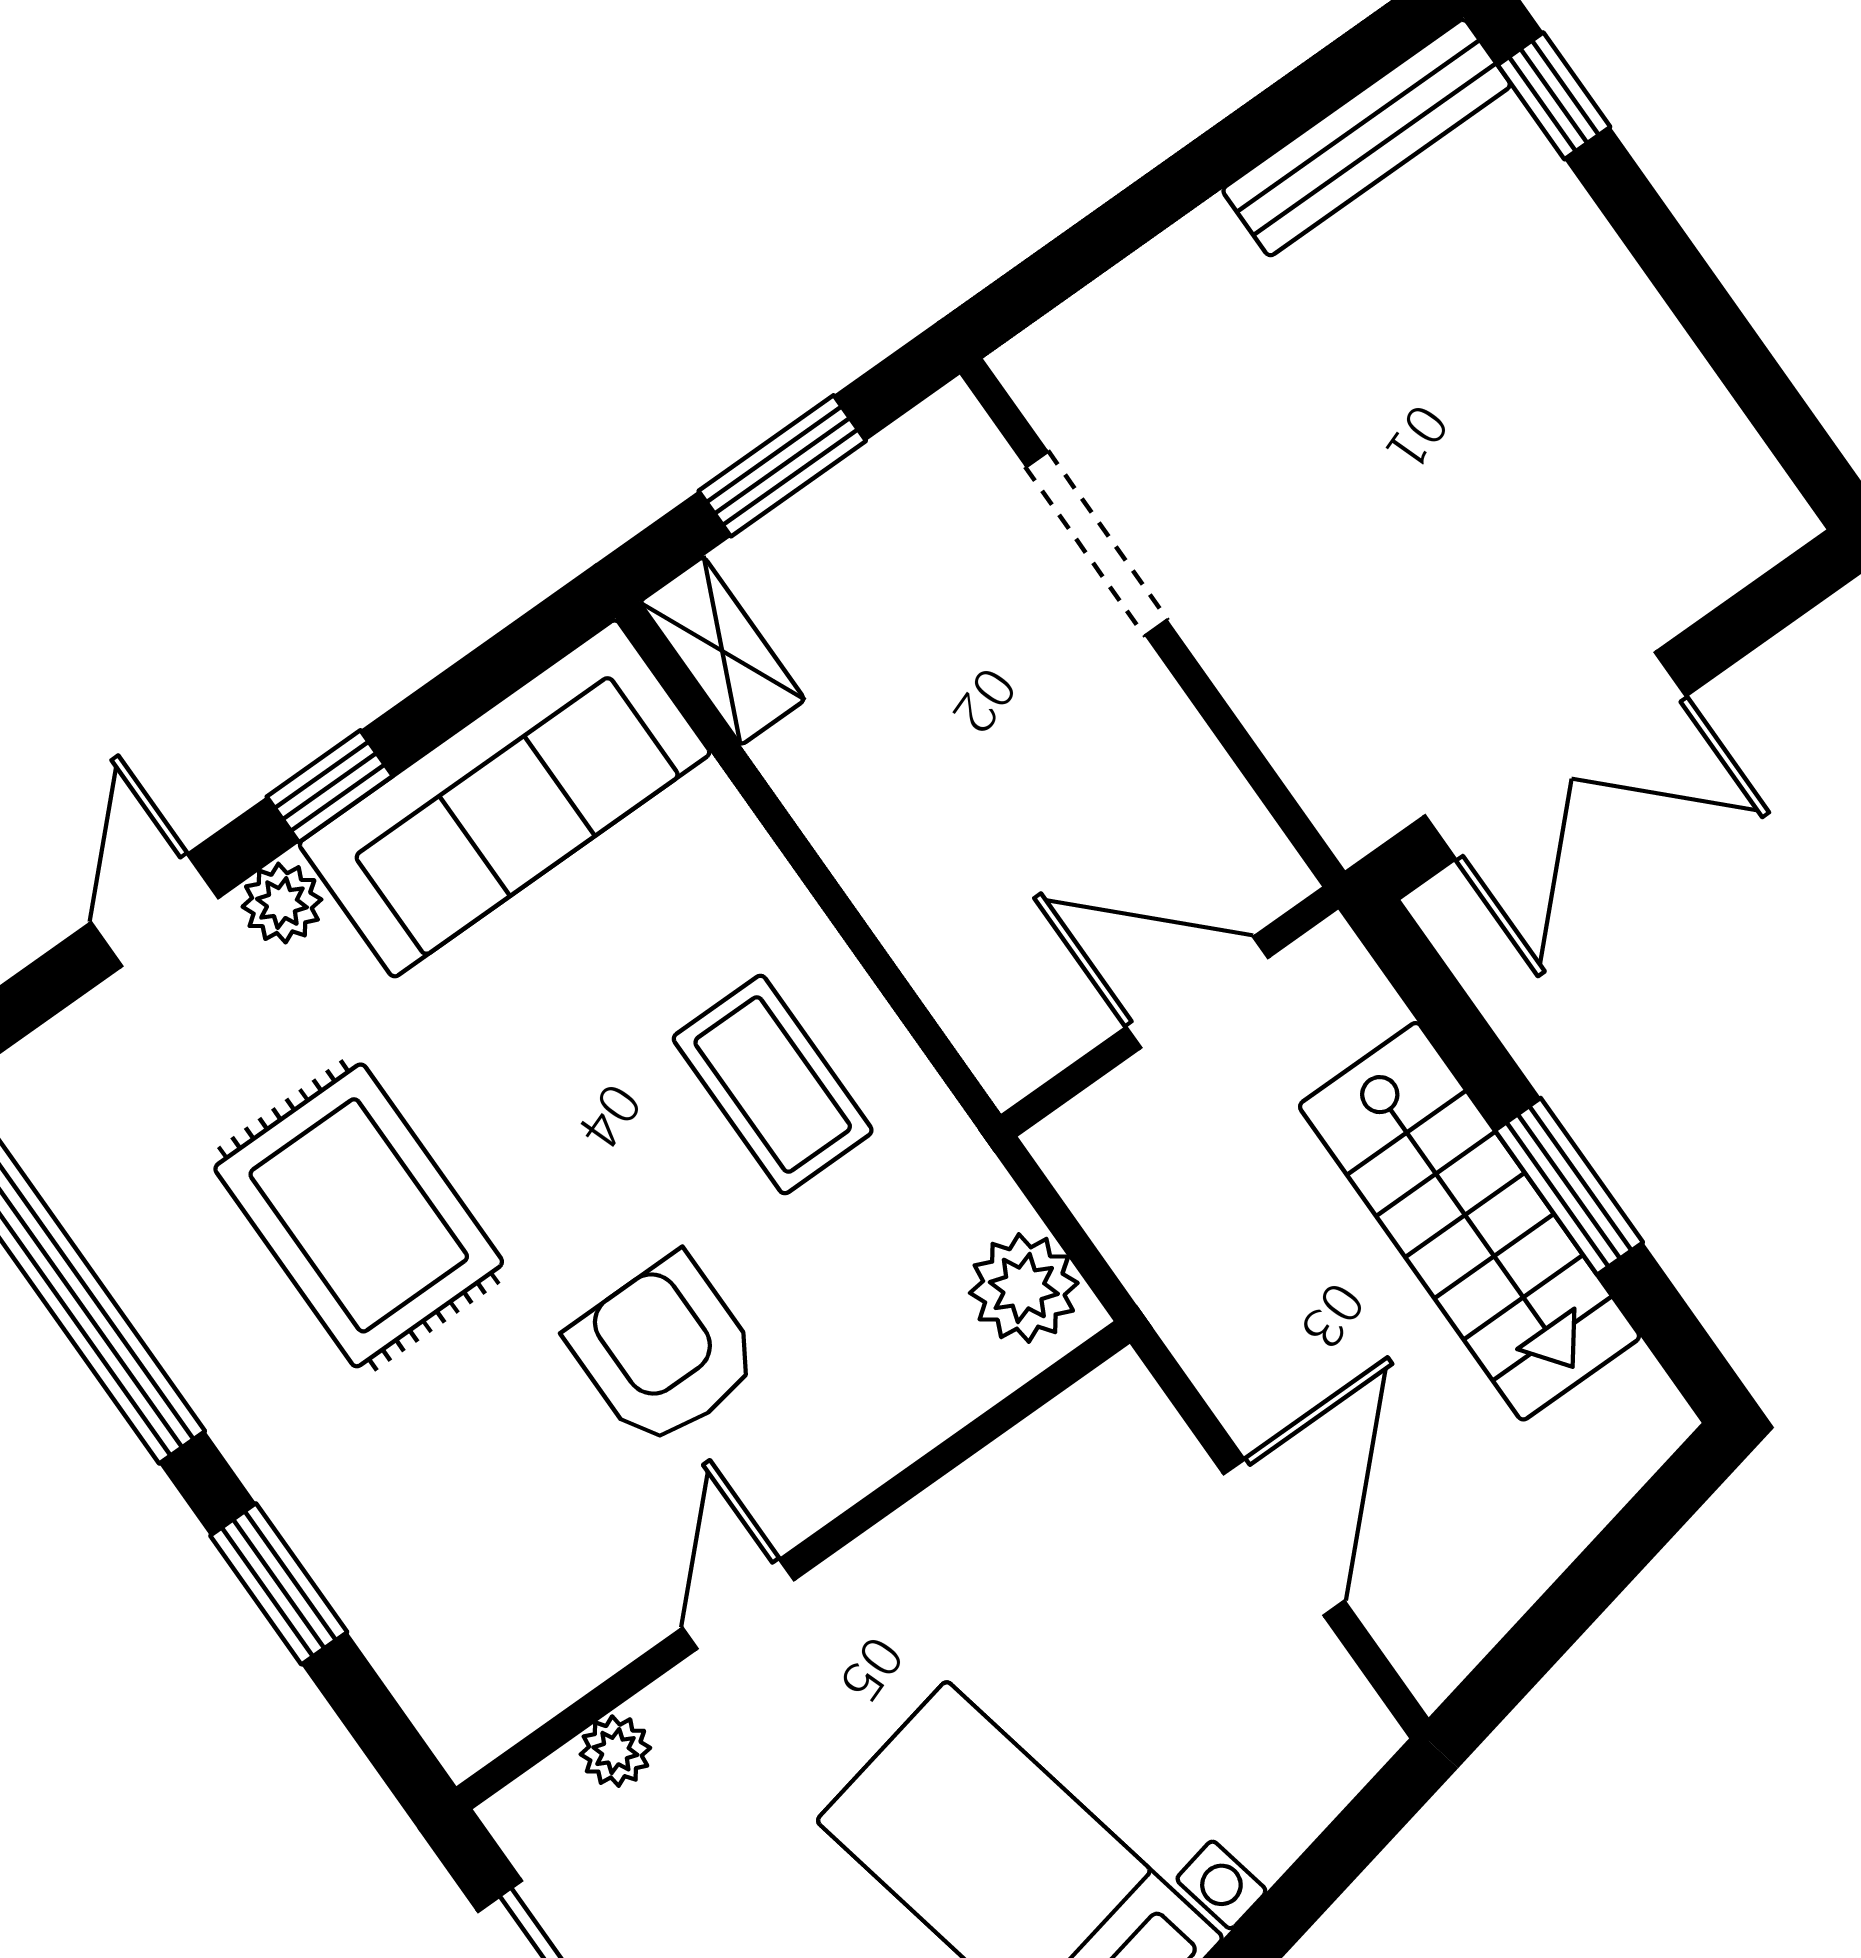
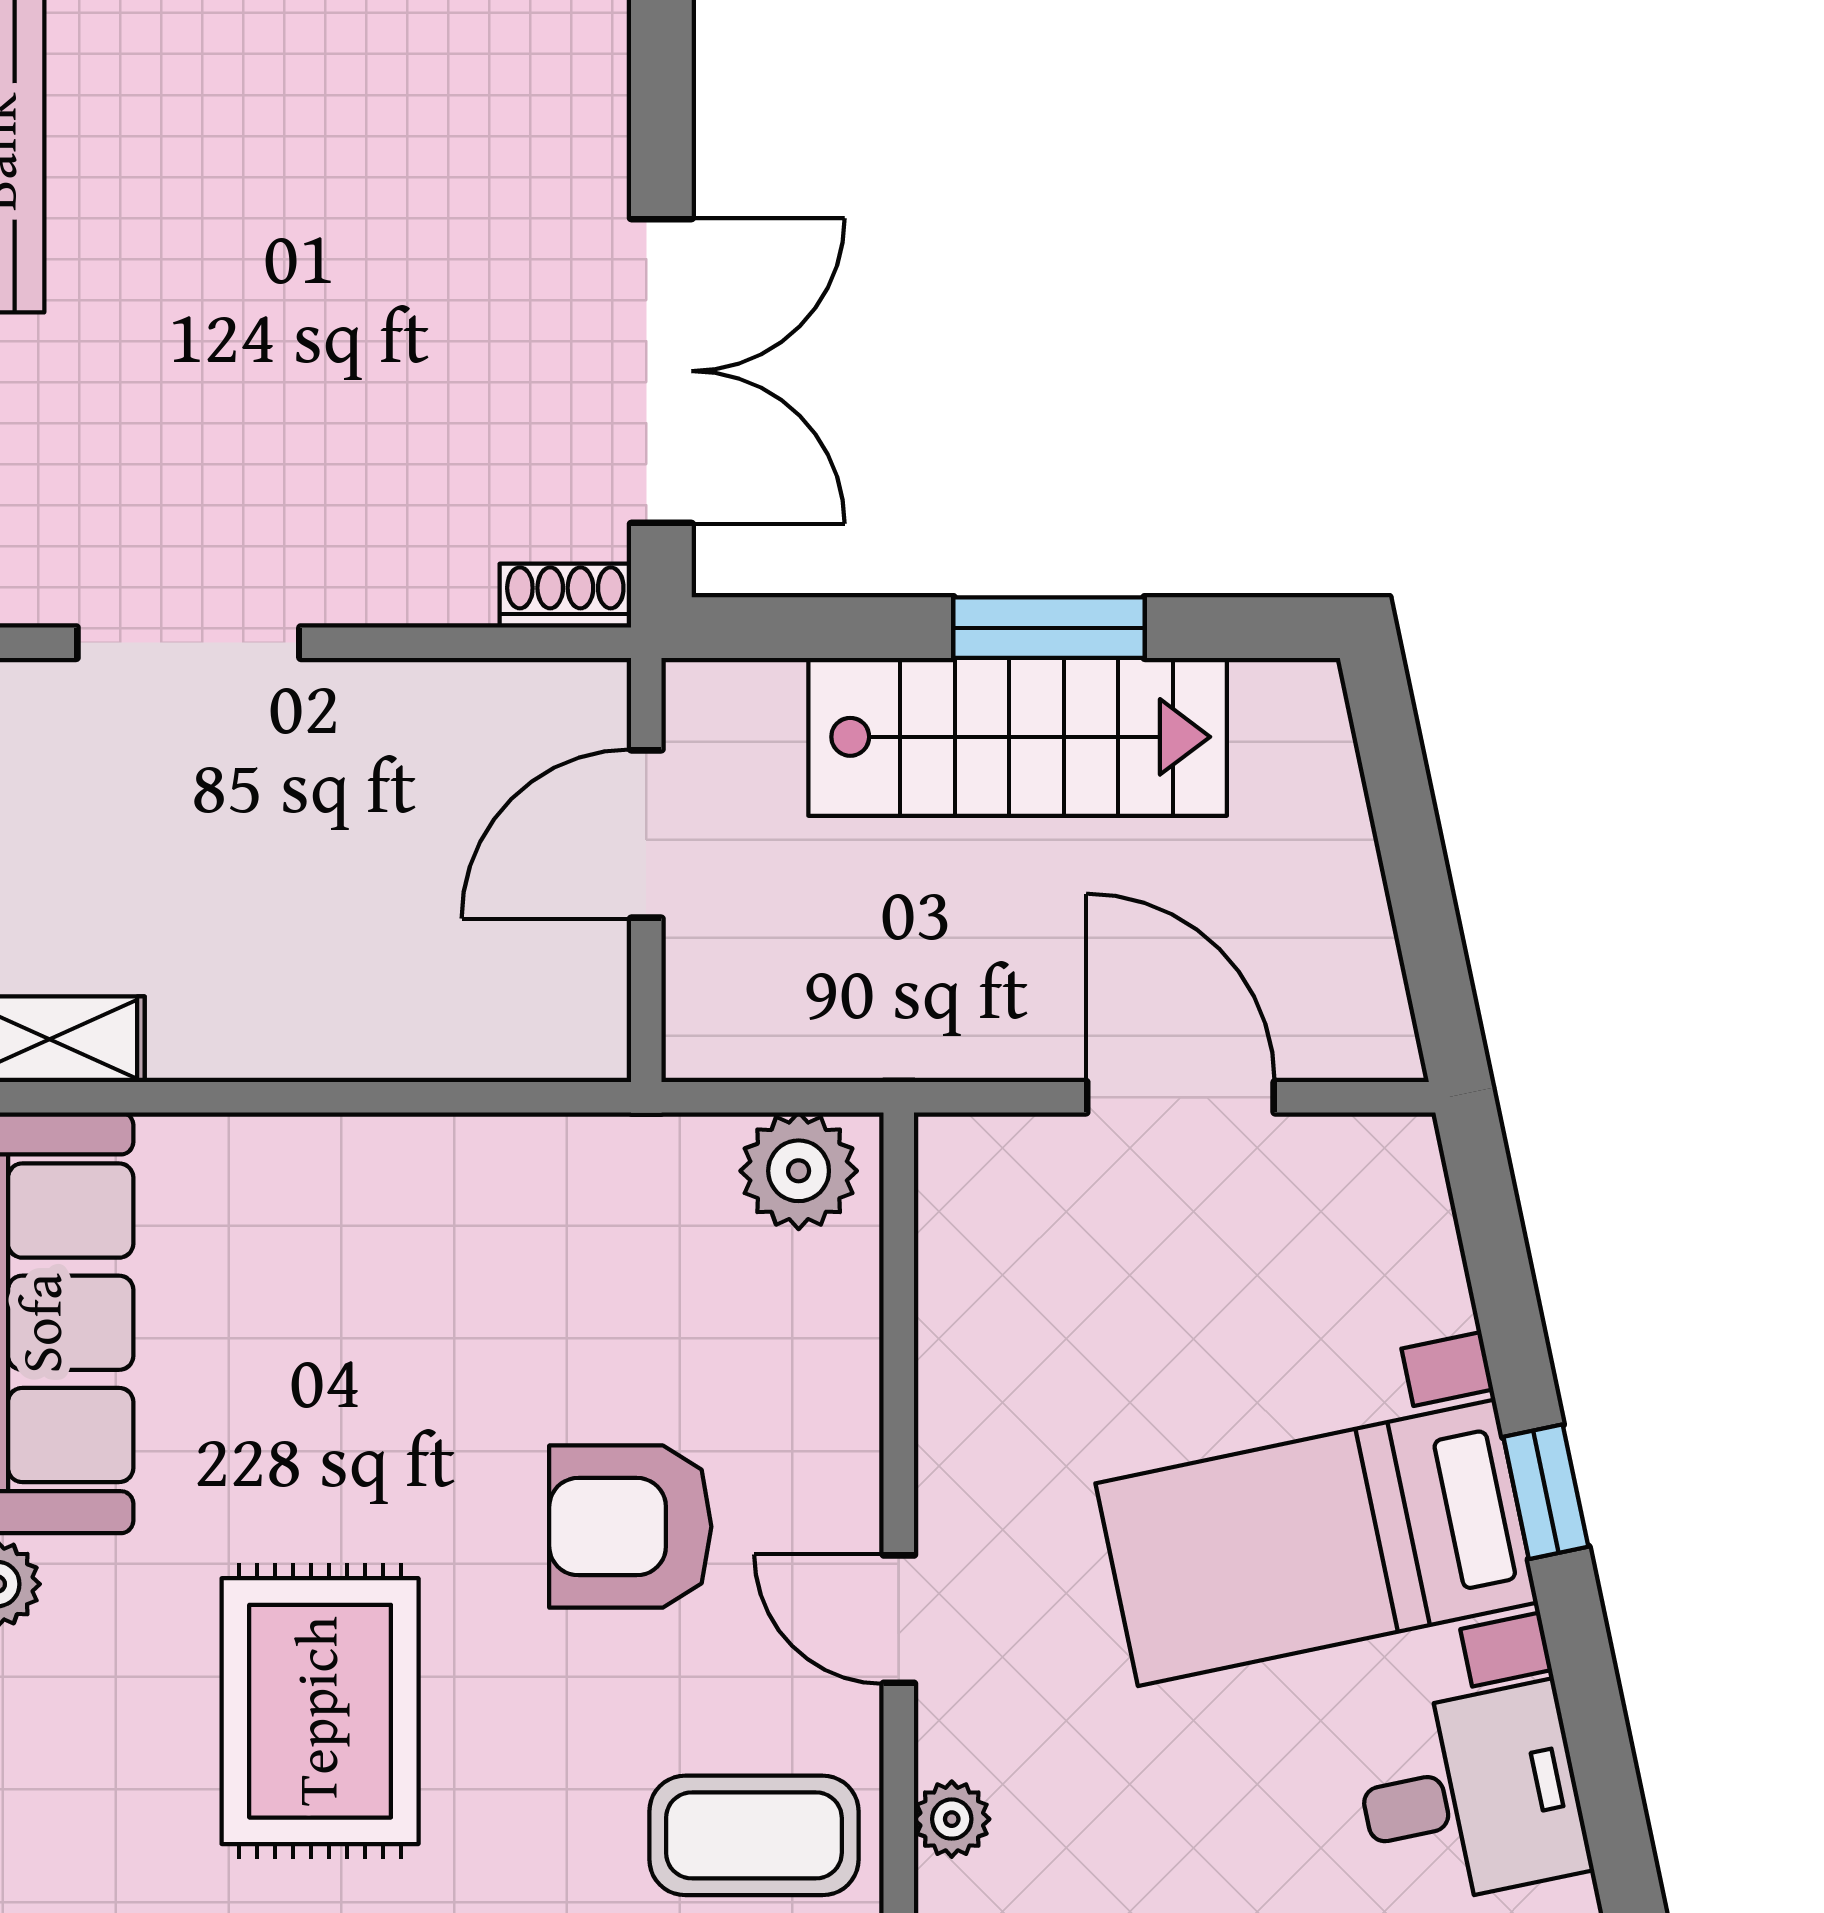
shoe rack: (1334, 803) -> (565, 596), added
coffee table: (773, 1085) -> (754, 1835), moved
rug: (359, 1215) -> (320, 1711), turned 90

